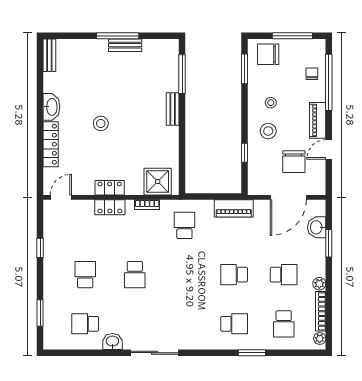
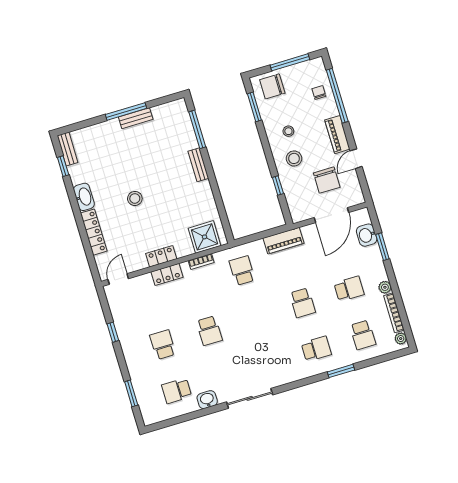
window: (40, 71) -> (63, 166), added
school desk: (234, 275) -> (302, 303), turned -90

